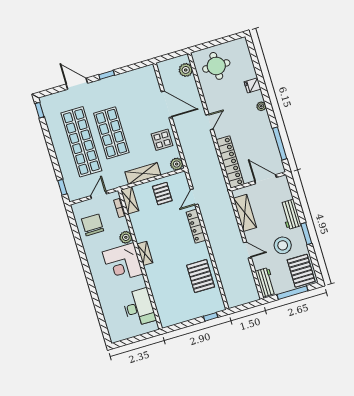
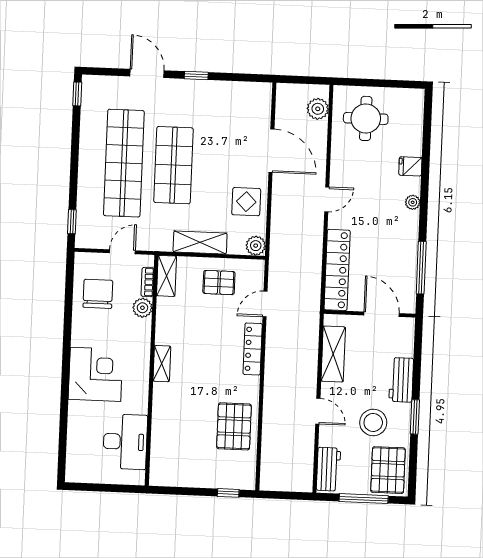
pallet: (162, 194) -> (219, 283), turned 90
plant: (126, 237) -> (142, 308), moved
corner desk: (123, 263) -> (95, 374), moved, turned 180

